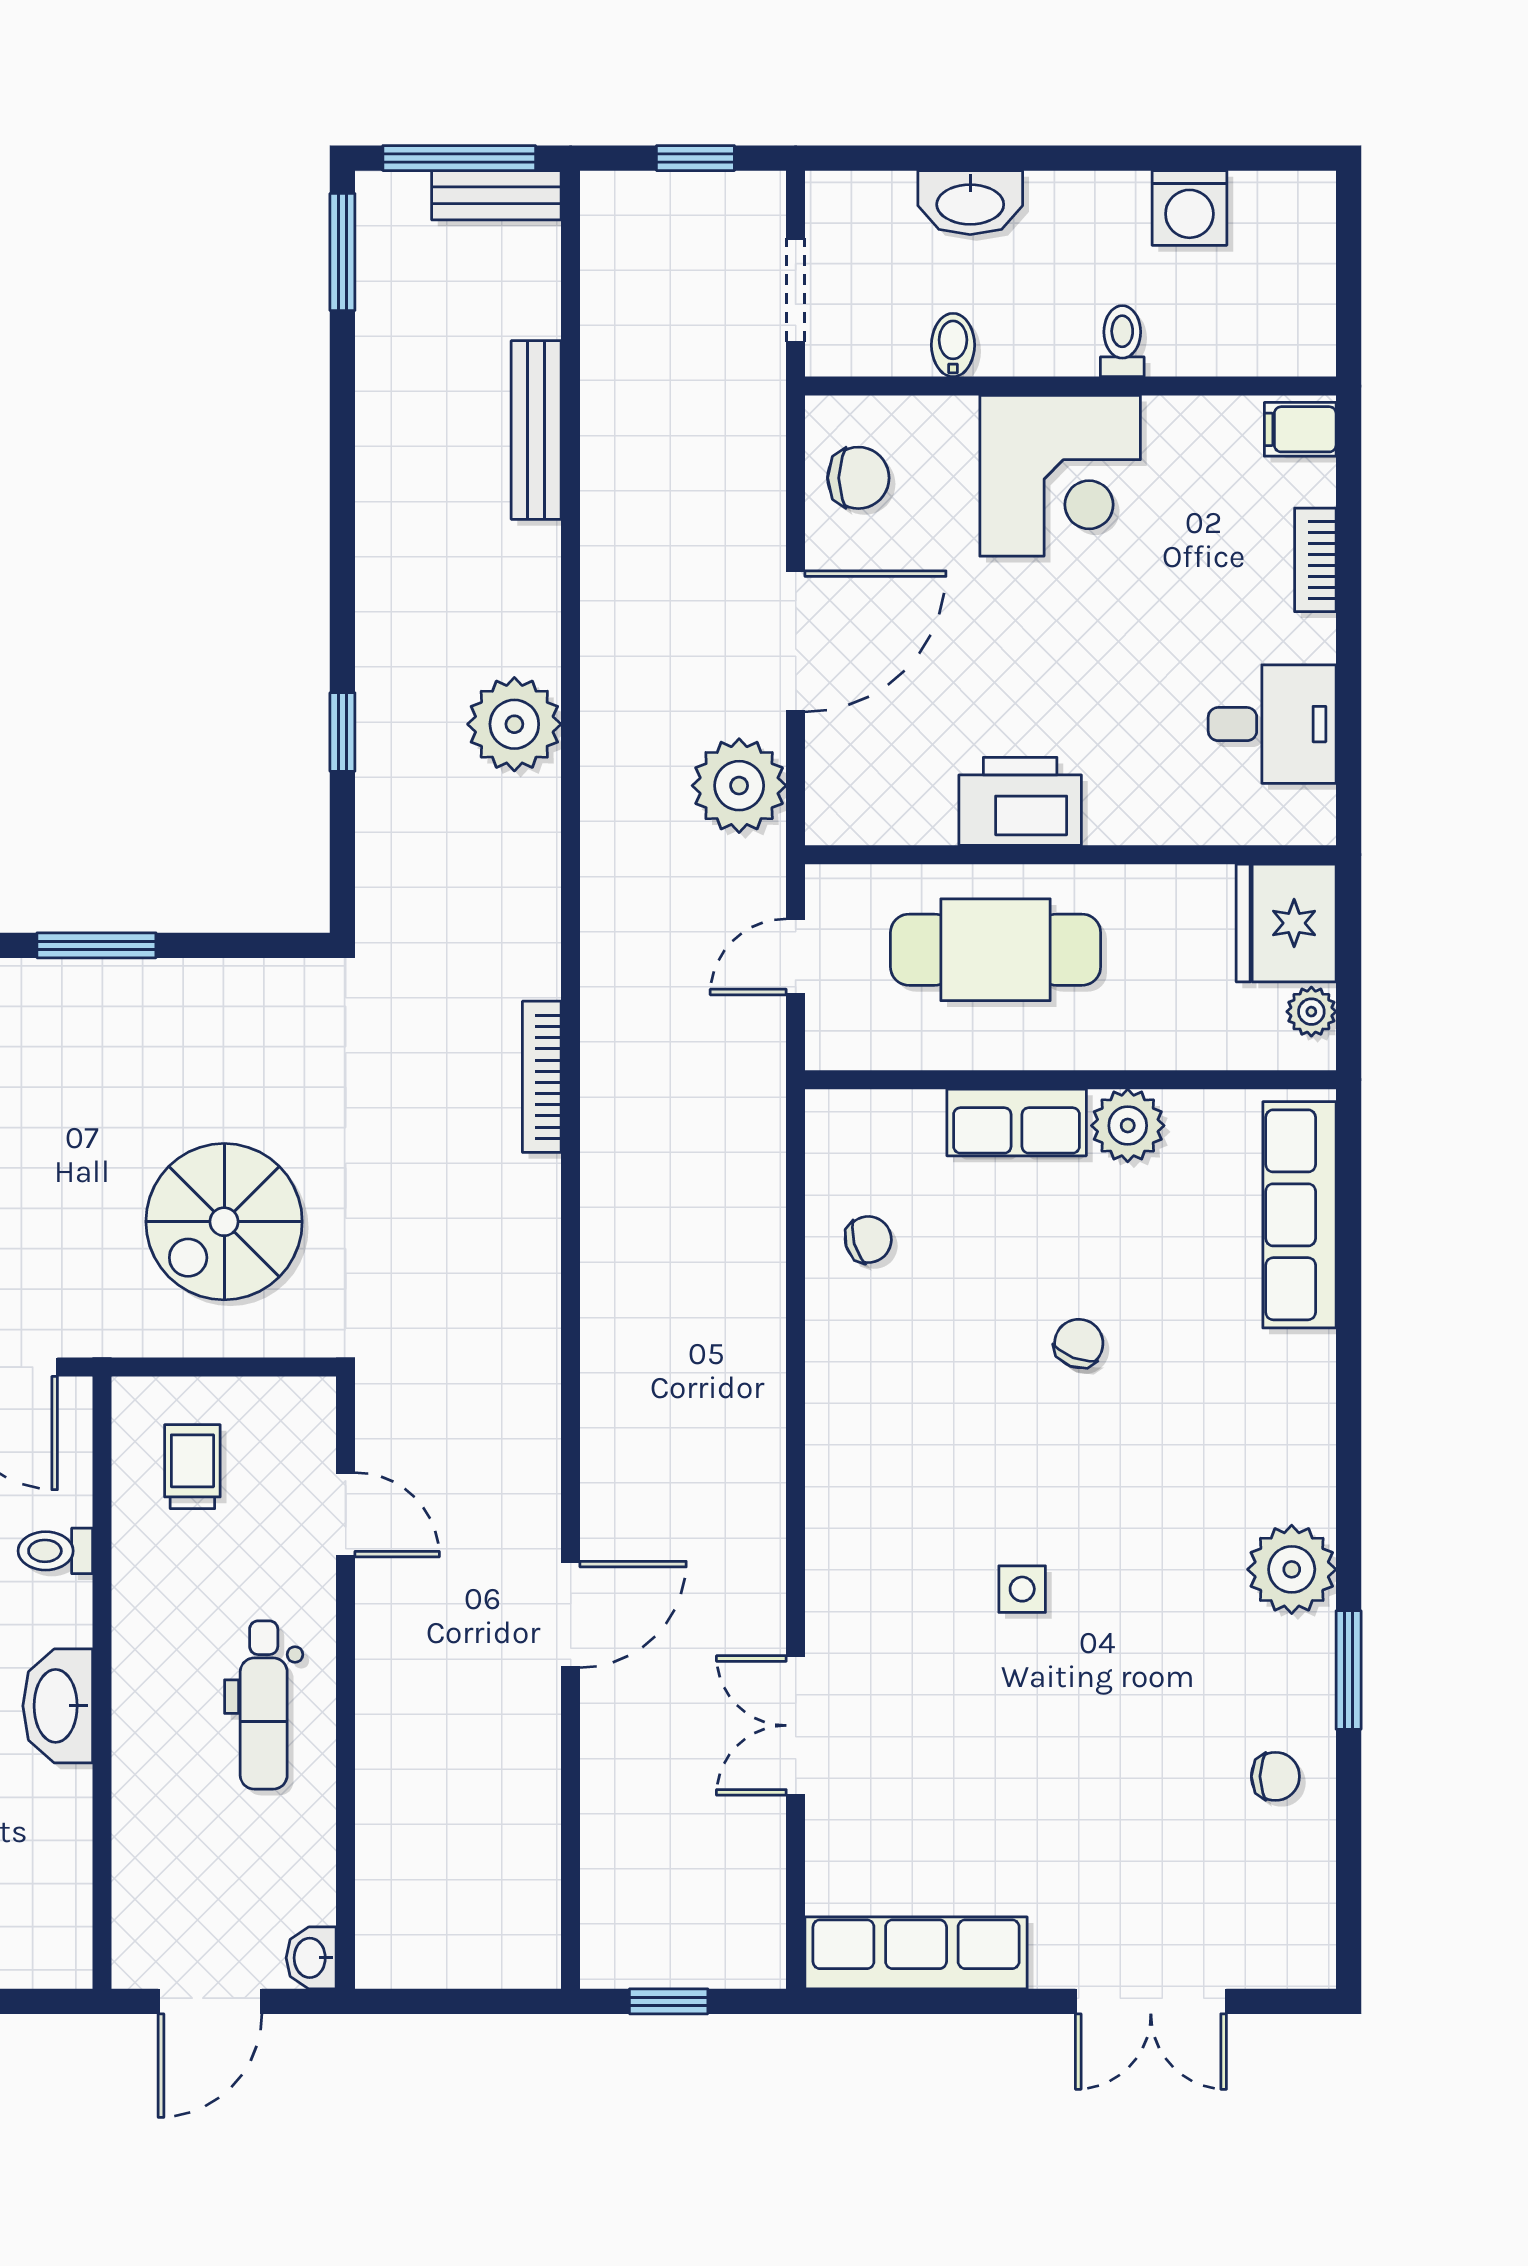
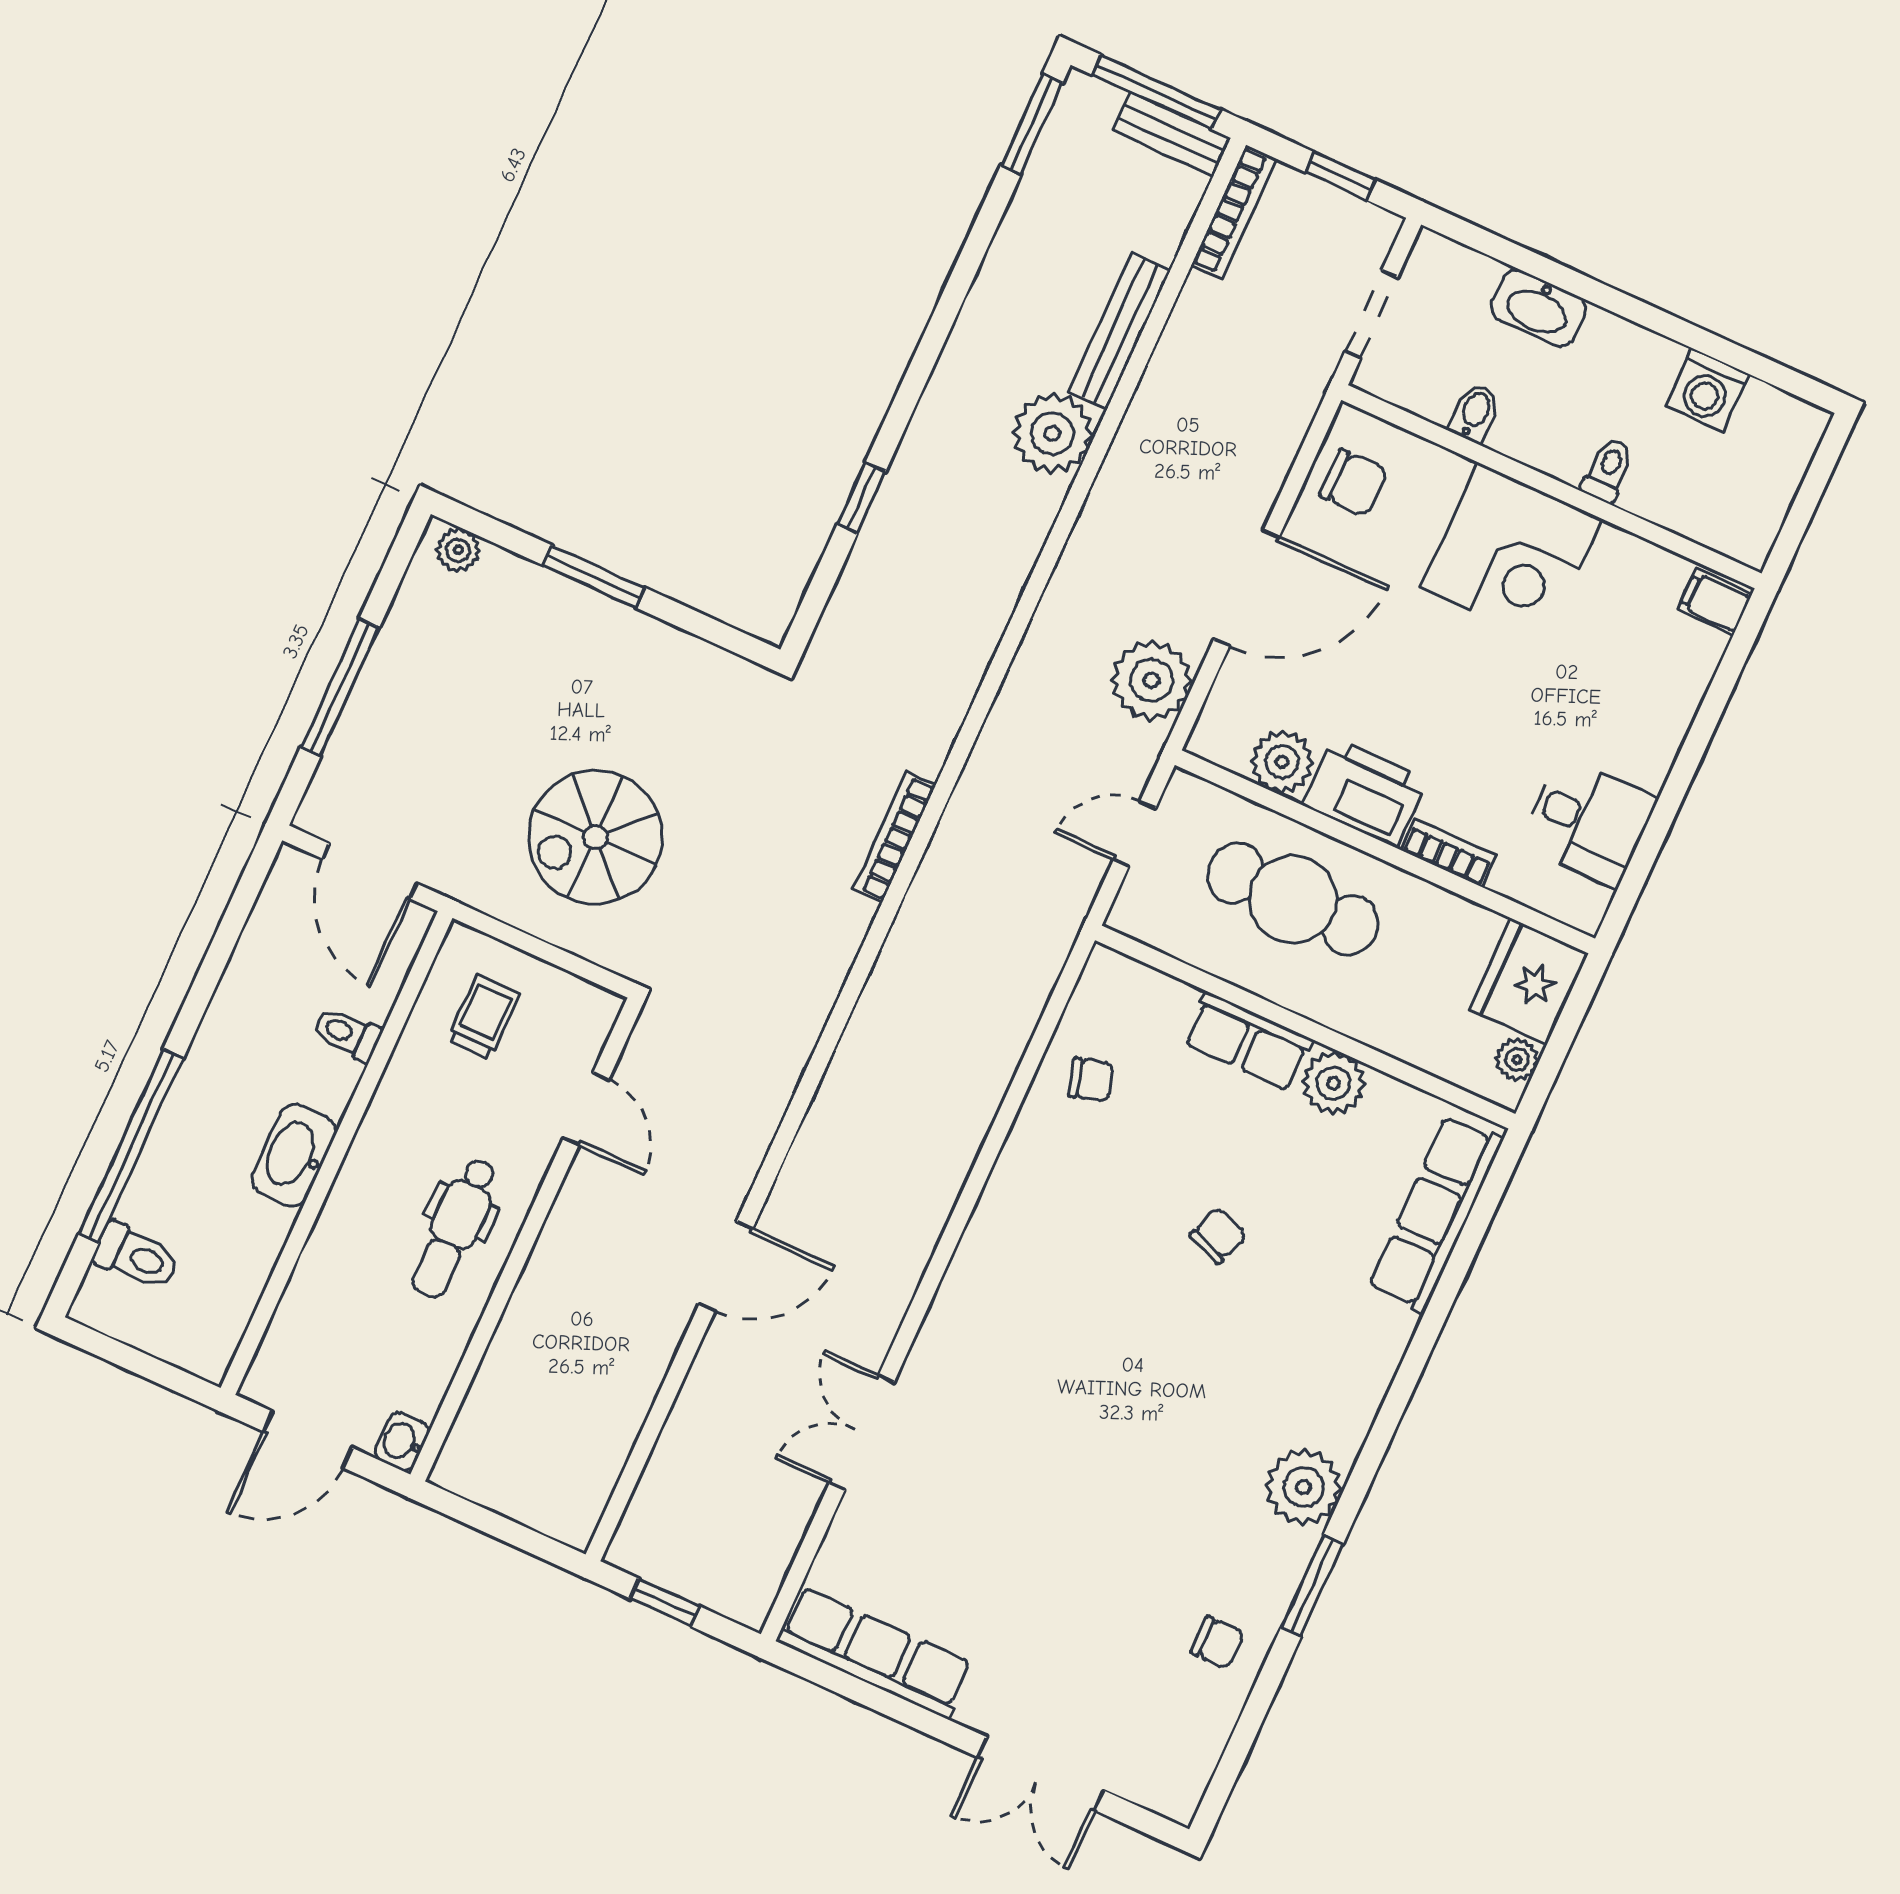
bookcase: (600, 248) -> (1234, 212), added
bookcase: (1315, 560) -> (1448, 852), moved, turned 90
plant: (514, 724) -> (1052, 433), moved
plant: (918, 809) -> (1282, 762), added
side table: (1022, 1589) -> (1087, 1407), removed

